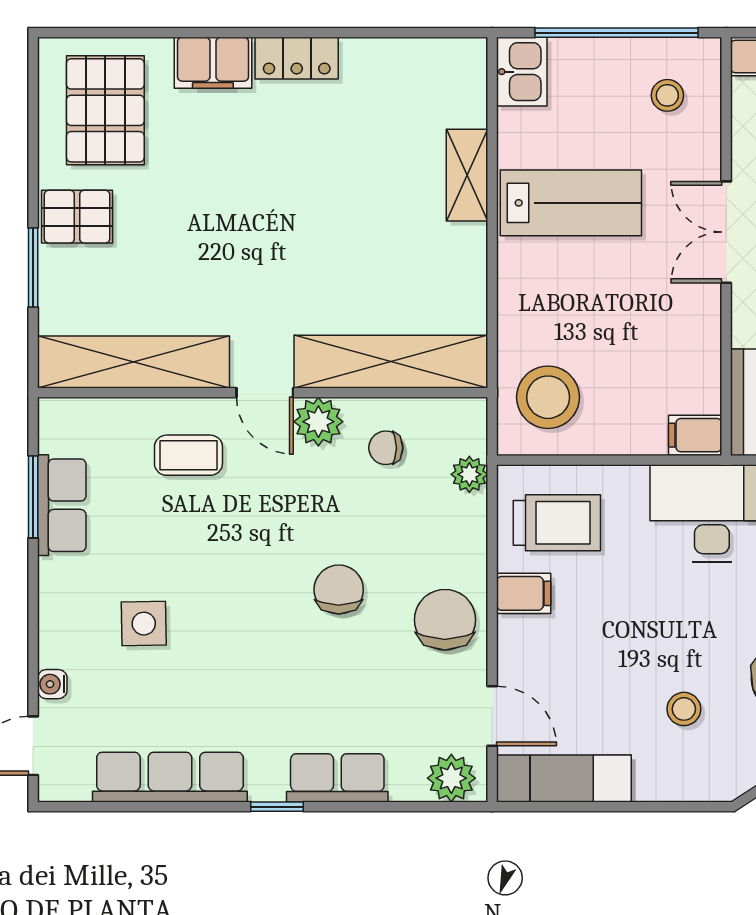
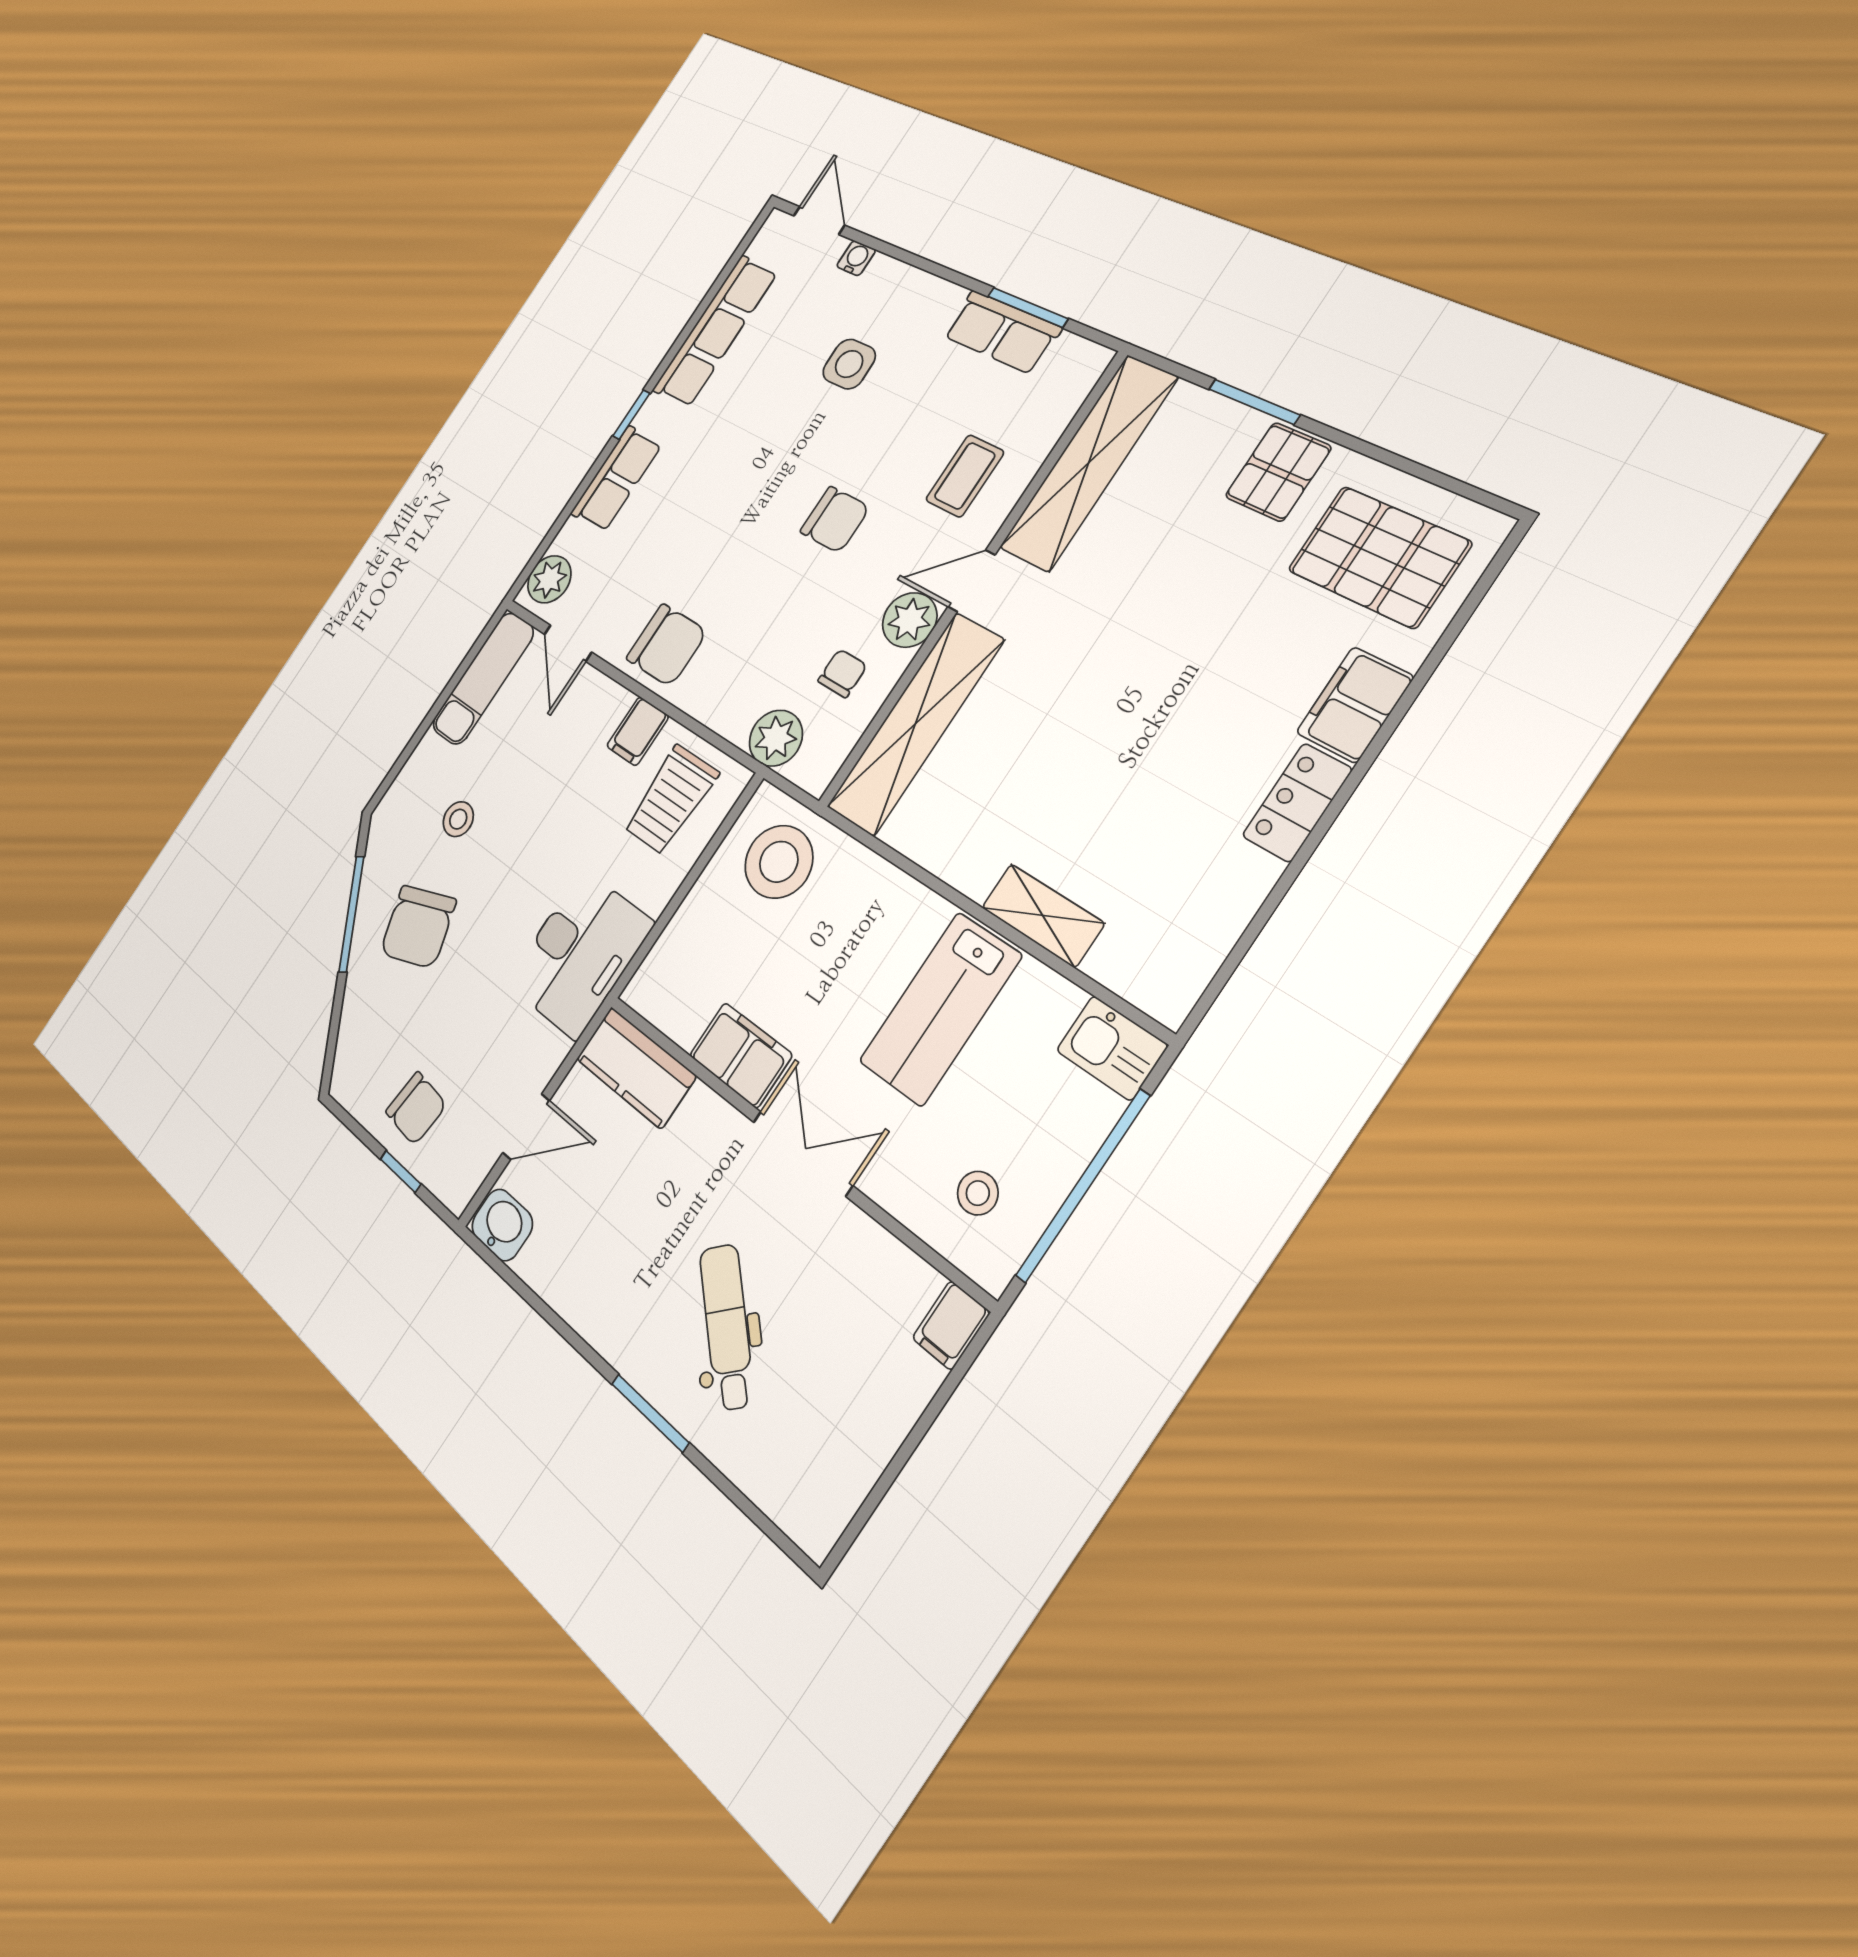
filing cabinet: (695, 435) -> (741, 1055), moved, width x2.00
plant: (469, 474) -> (776, 738), width x1.38, depth x1.38
chair: (339, 589) -> (835, 520), moved
door: (492, 716) -> (568, 643), hinge flipped

